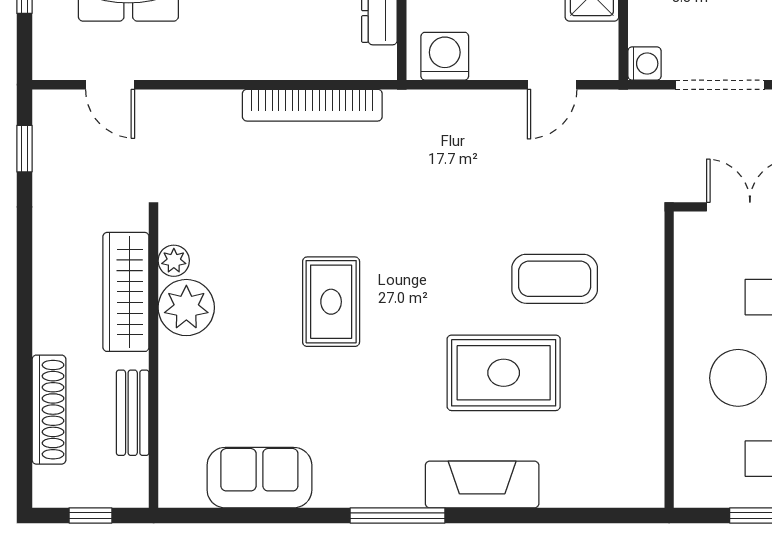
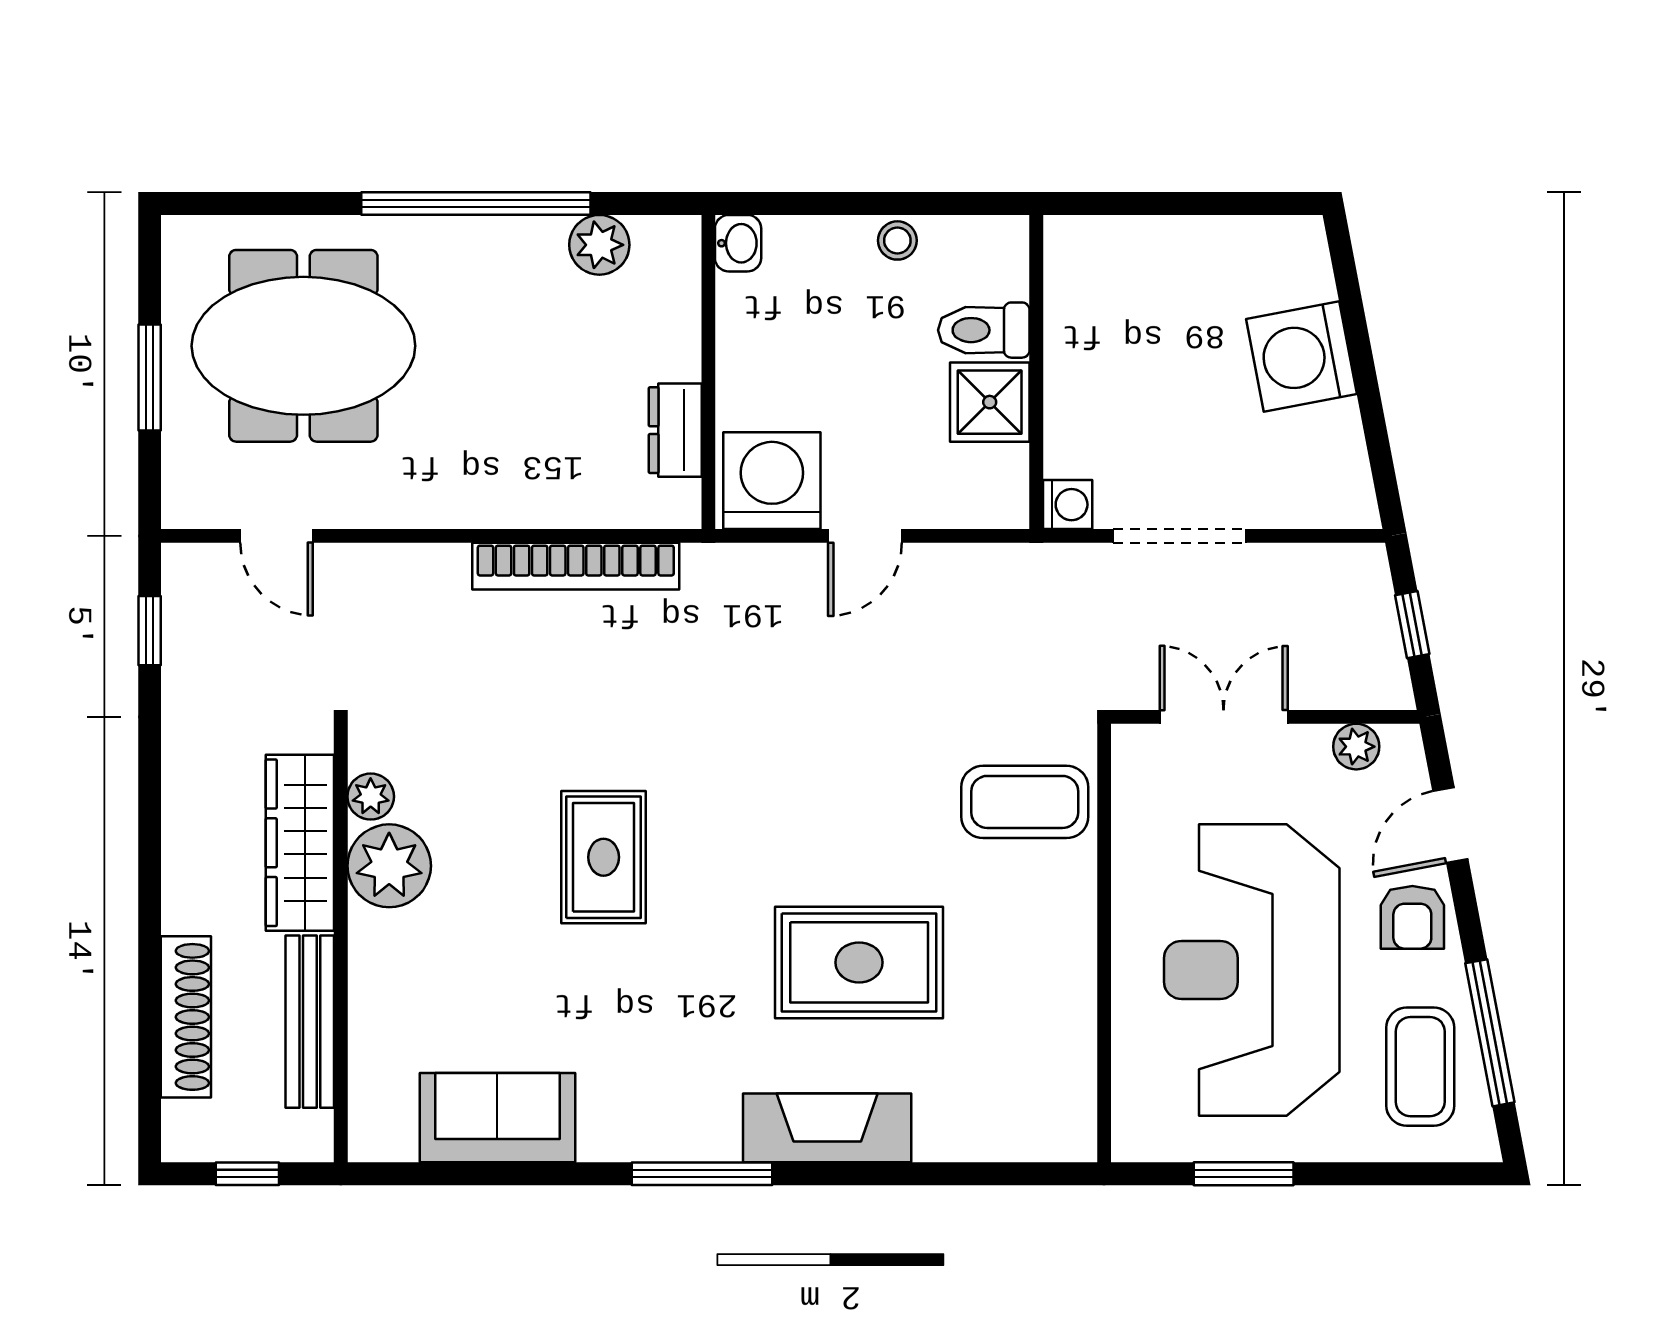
washing machine: (445, 56) -> (772, 481), width x1.37, depth x1.37
door: (552, 85) -> (865, 536), moved
coffee table: (555, 279) -> (1025, 802), moved
bench: (133, 413) -> (310, 1022), width x1.36

